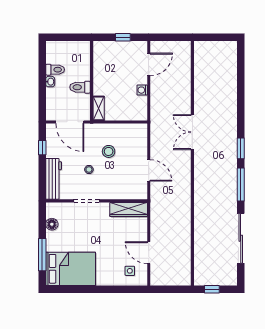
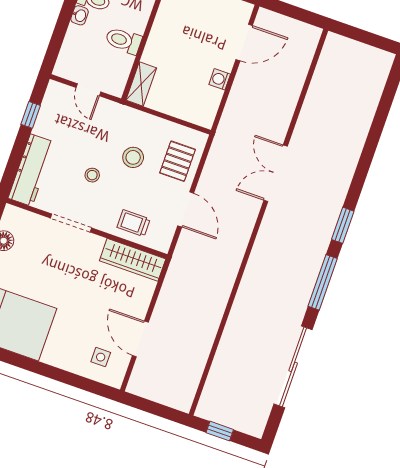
door: (70, 122) -> (88, 90), width x0.53
pallet: (135, 145) -> (178, 161), added
trolley: (122, 189) -> (134, 223), added

